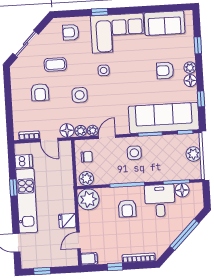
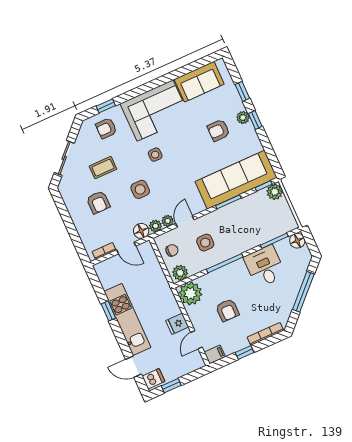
window: (100, 12) -> (106, 106), moved
floor lamp: (190, 81) -> (249, 131), removed
window: (201, 99) -> (255, 120), moved
side table: (134, 153) -> (205, 243), moved
plant: (193, 154) -> (275, 192), moved
dishwasher: (24, 161) -> (153, 379), moved
floor lamp: (182, 190) -> (297, 241), moved
armchair: (127, 208) -> (227, 310), moved

